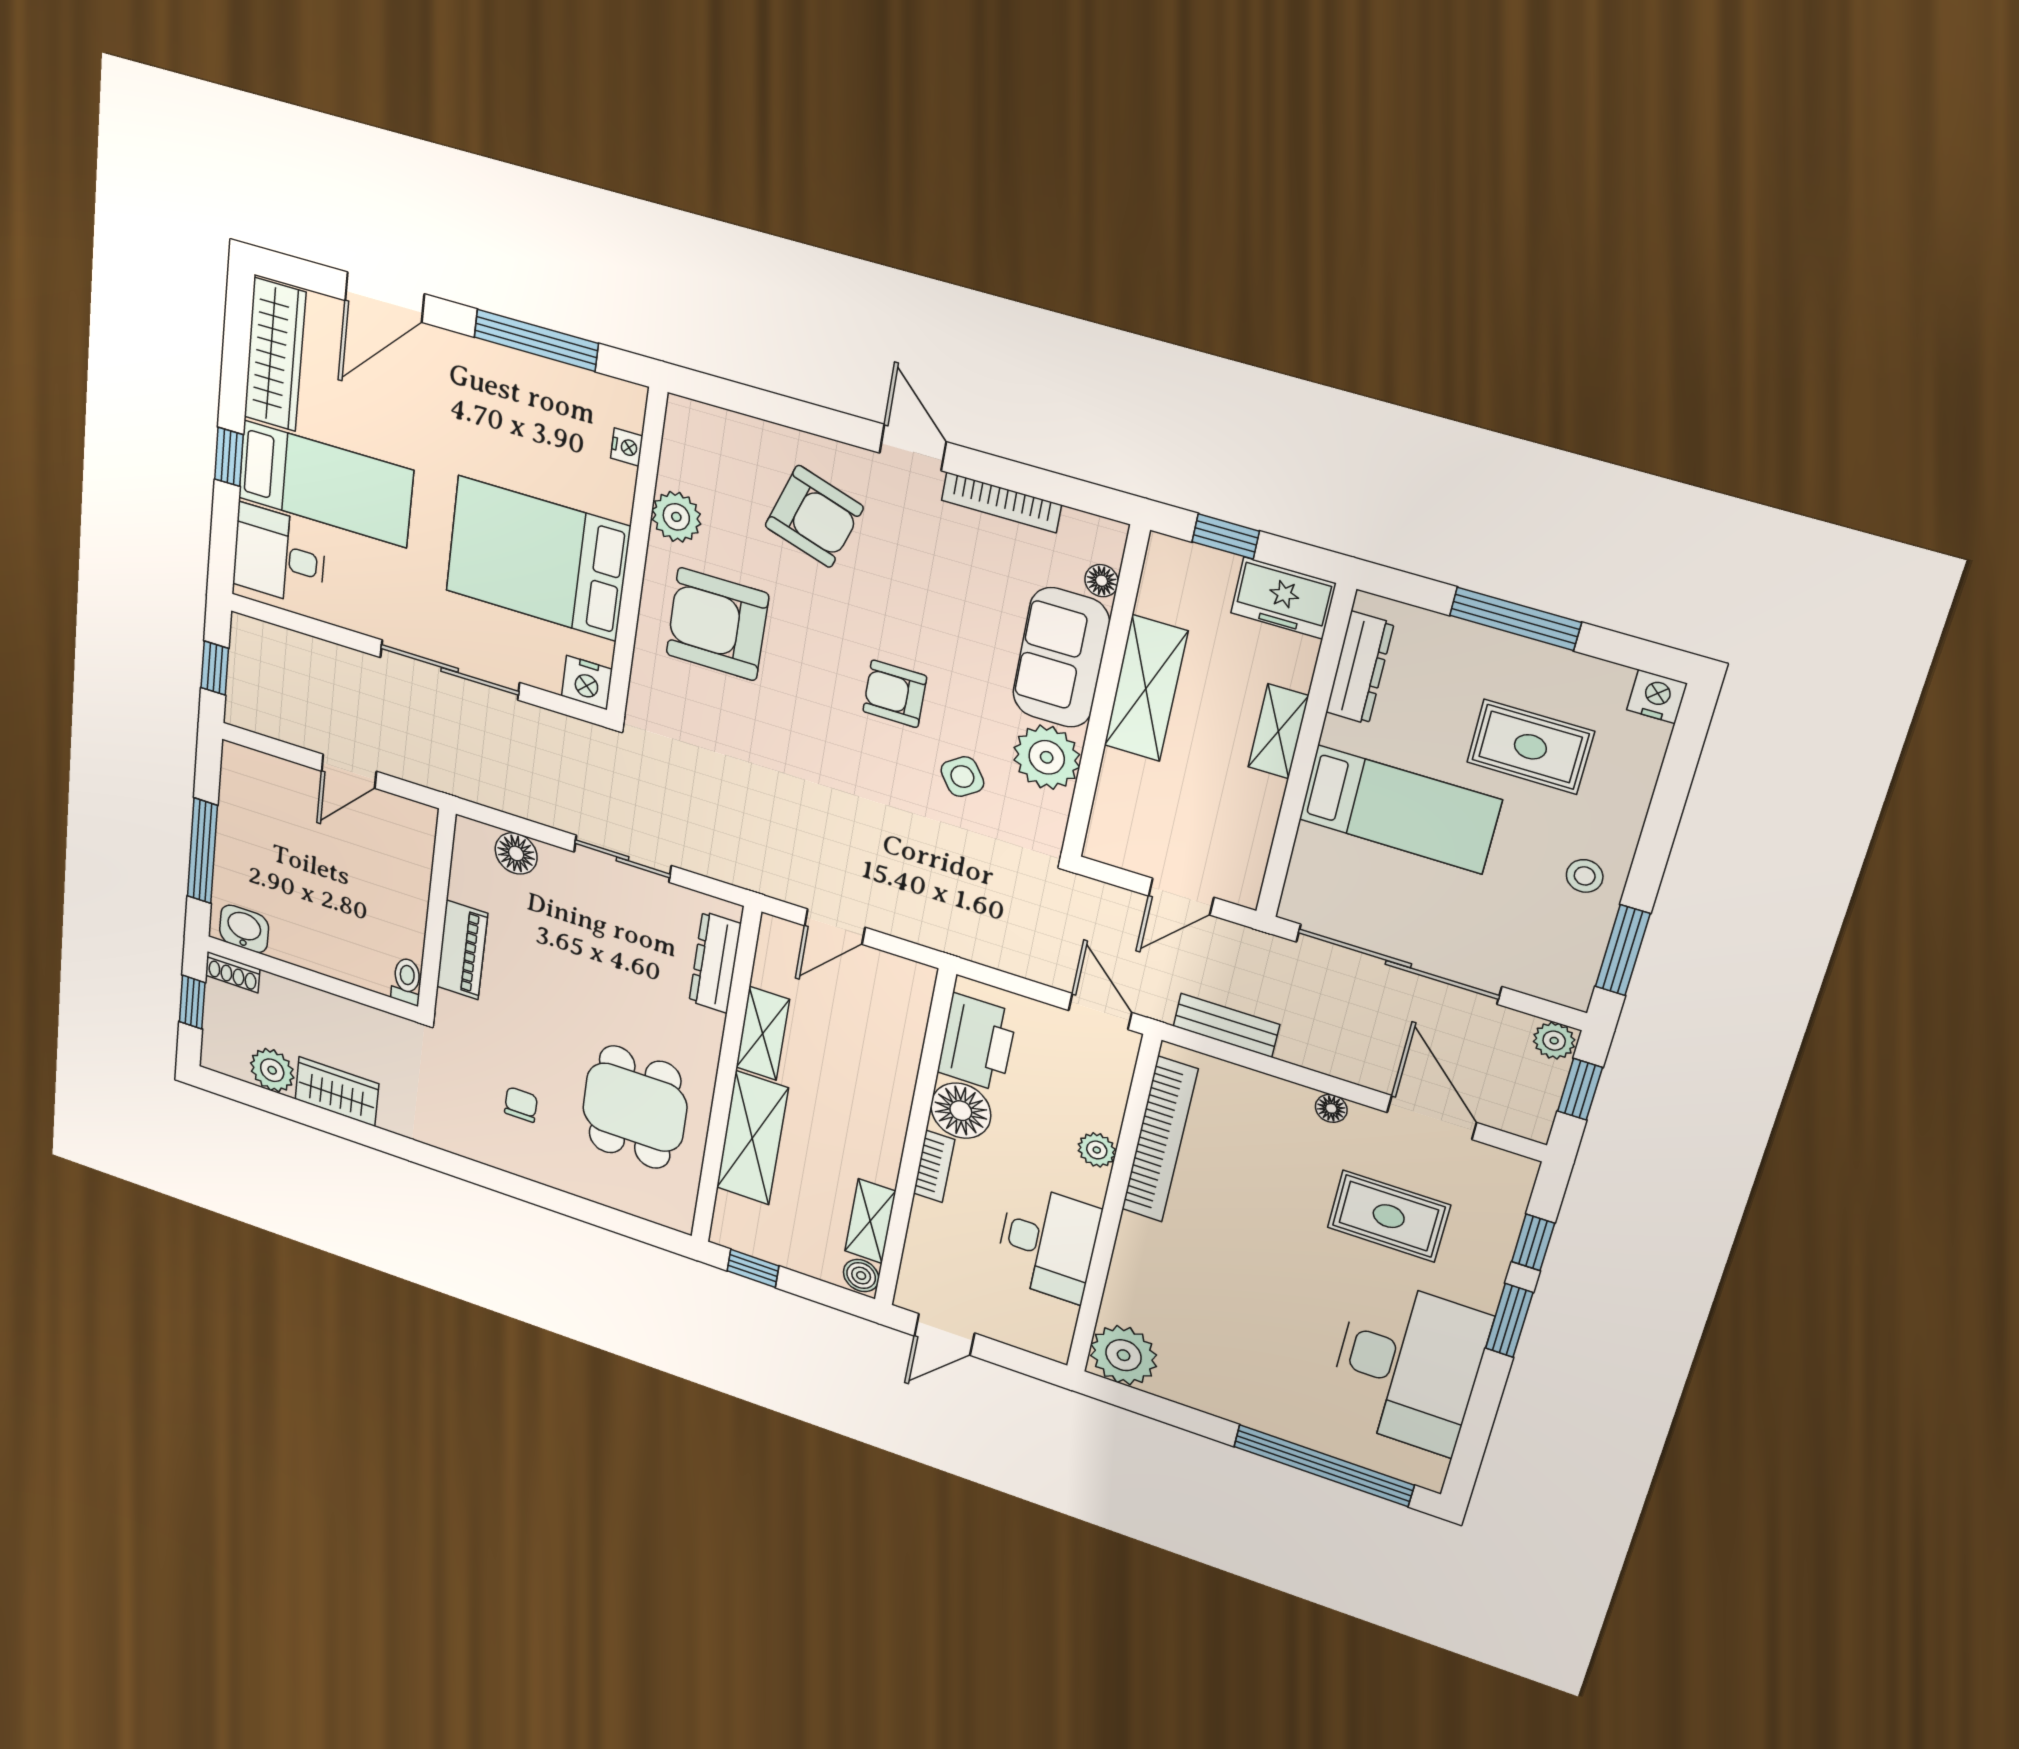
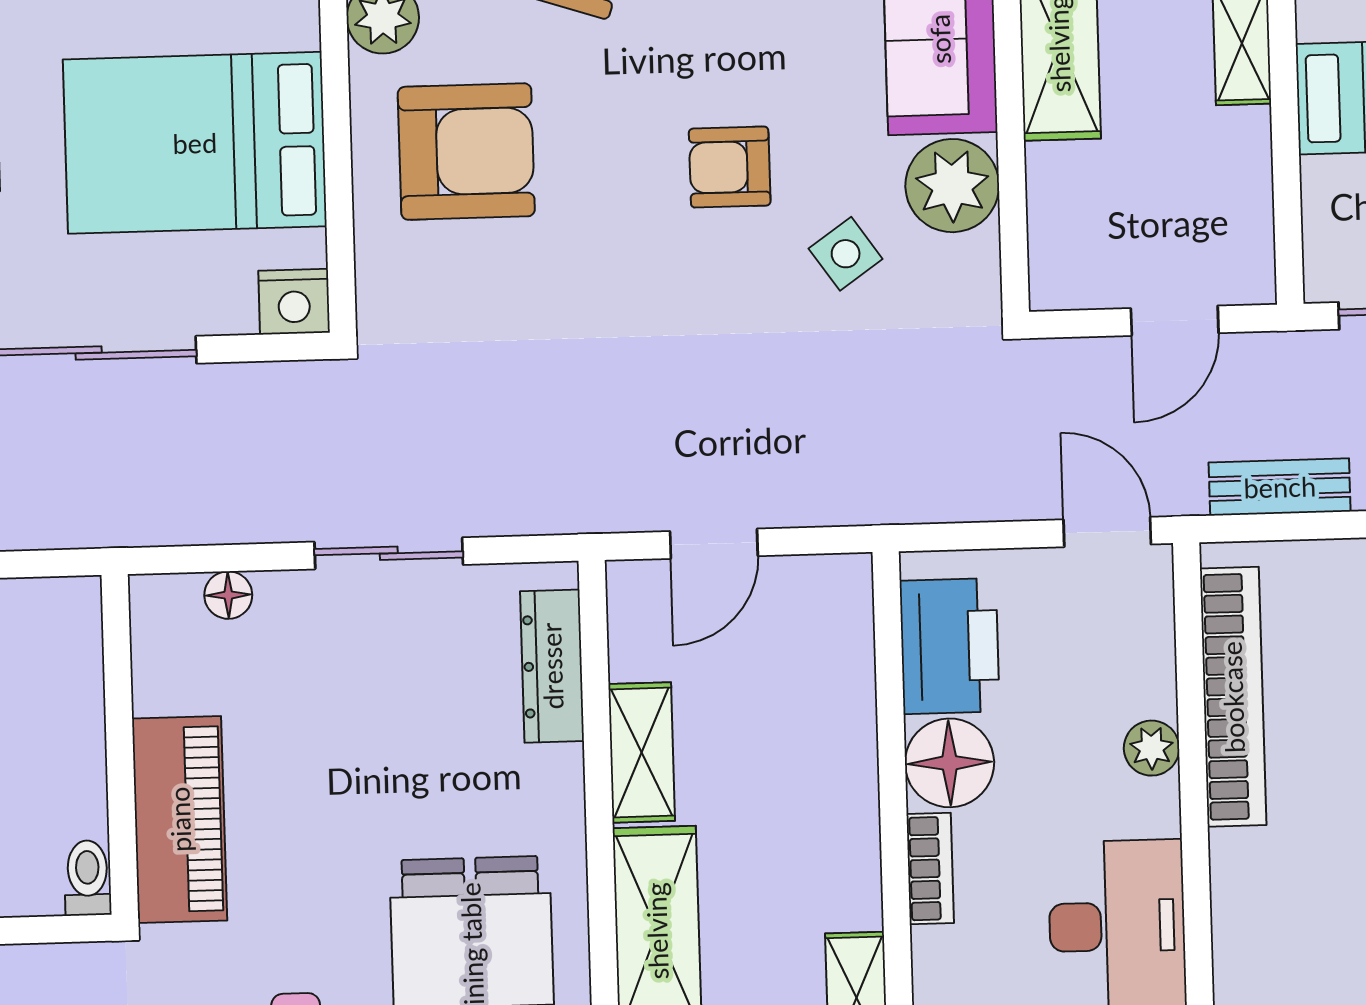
armchair: (717, 624) -> (466, 152), turned 180
floor lamp: (516, 853) -> (228, 595), width x0.73, depth x0.73
piano: (462, 950) -> (180, 819), width x1.37, depth x1.33

